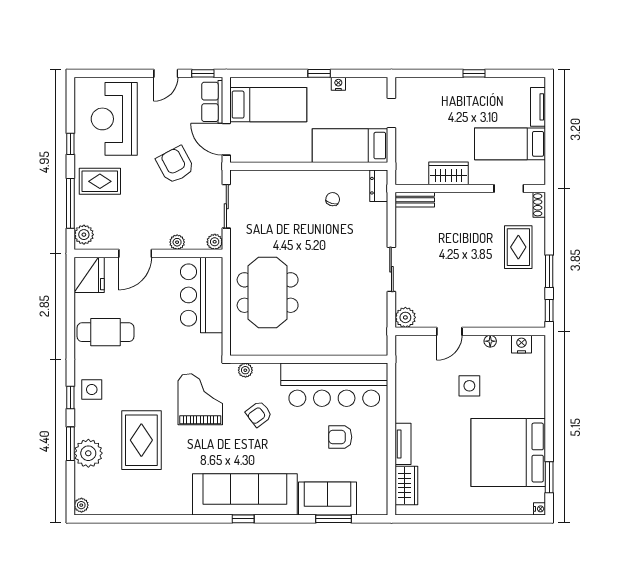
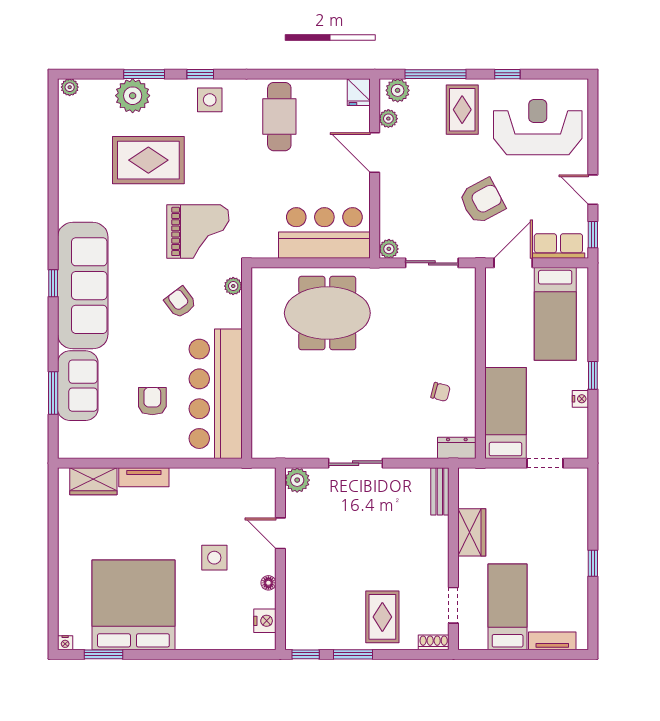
plant: (177, 242) -> (388, 119), moved
rug: (518, 247) -> (382, 617), turned 90
fridge: (89, 275) -> (359, 92), width x0.53, depth x0.75

